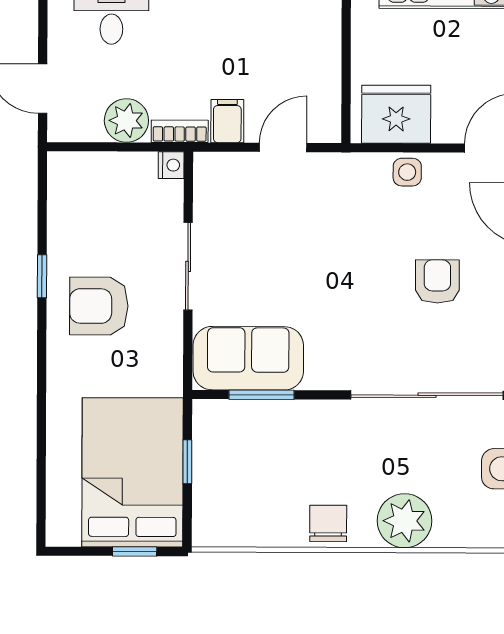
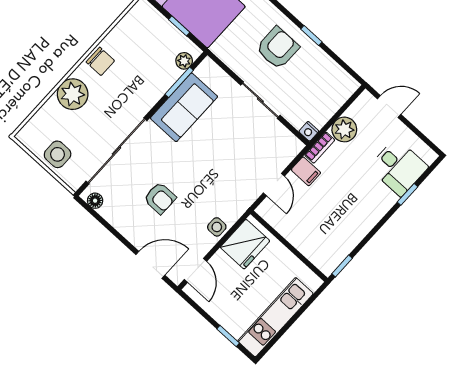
sofa: (248, 358) -> (184, 107), moved
plant: (227, 414) -> (184, 61), added

